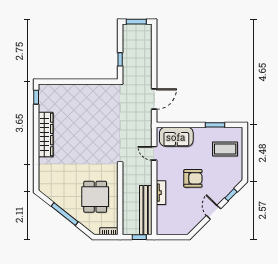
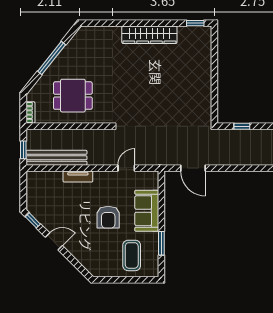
sofa: (176, 137) -> (147, 211), moved
armchair: (193, 178) -> (108, 217), moved
window: (231, 195) -> (33, 220), moved

